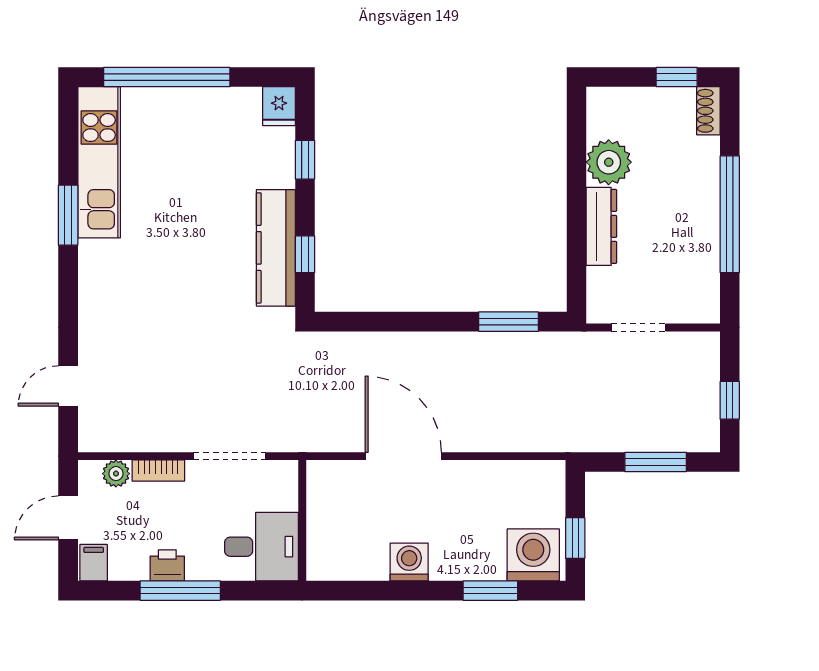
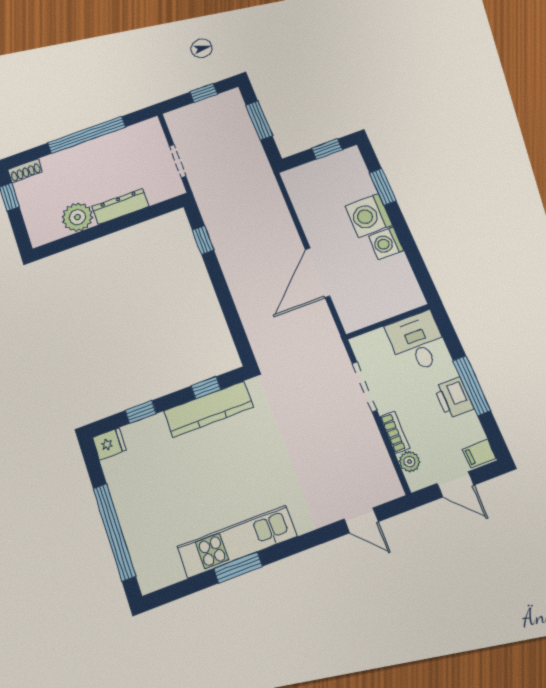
kitchen unit: (99, 162) -> (237, 542), moved
window: (509, 322) -> (203, 240), width x0.67
washing machine: (533, 555) -> (369, 216), moved
printer: (167, 565) -> (454, 398), width x1.36, depth x1.24

